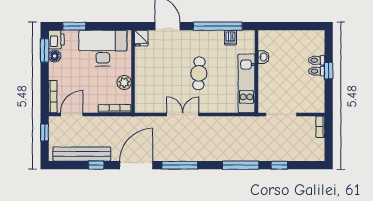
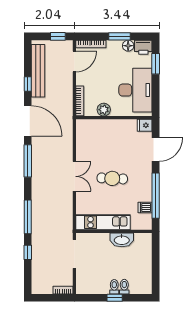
window: (45, 50) -> (119, 36), moved
washbasin: (263, 57) -> (122, 240), width x1.91, depth x1.45
door: (72, 114) -> (74, 61), hinge flipped
double door: (183, 114) -> (74, 176), moved

